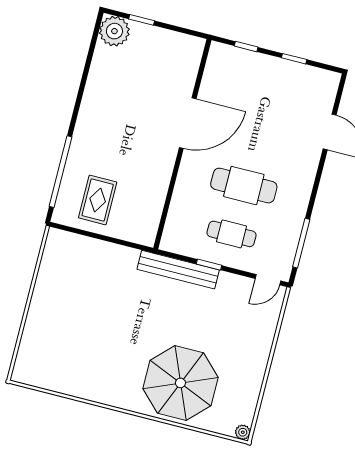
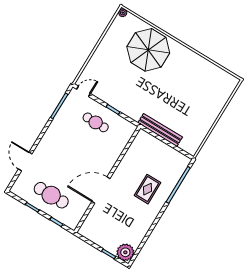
cafe table: (244, 186) -> (51, 195), moved
rug: (98, 200) -> (147, 189), moved
bench: (178, 270) -> (160, 130), moved

